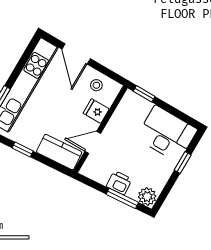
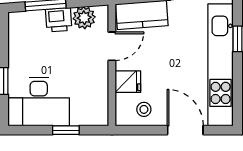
window: (144, 94) -> (66, 130), moved
plant: (147, 197) -> (84, 18), moved

